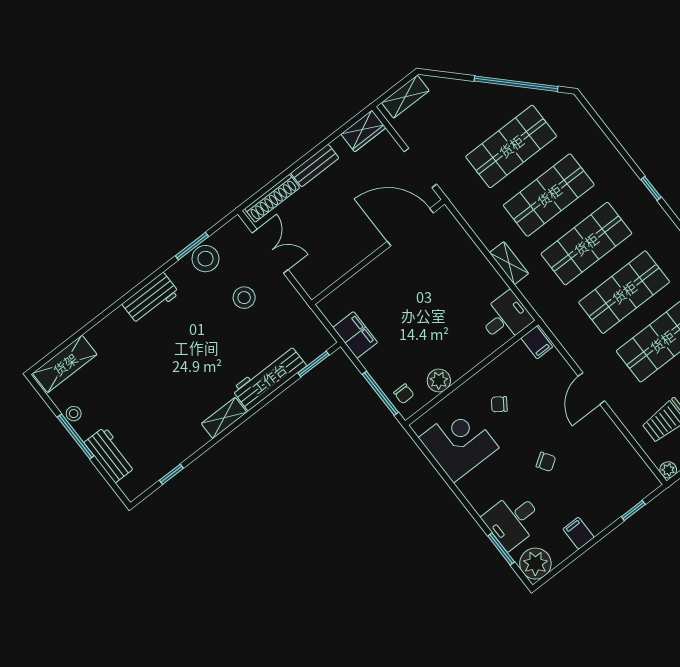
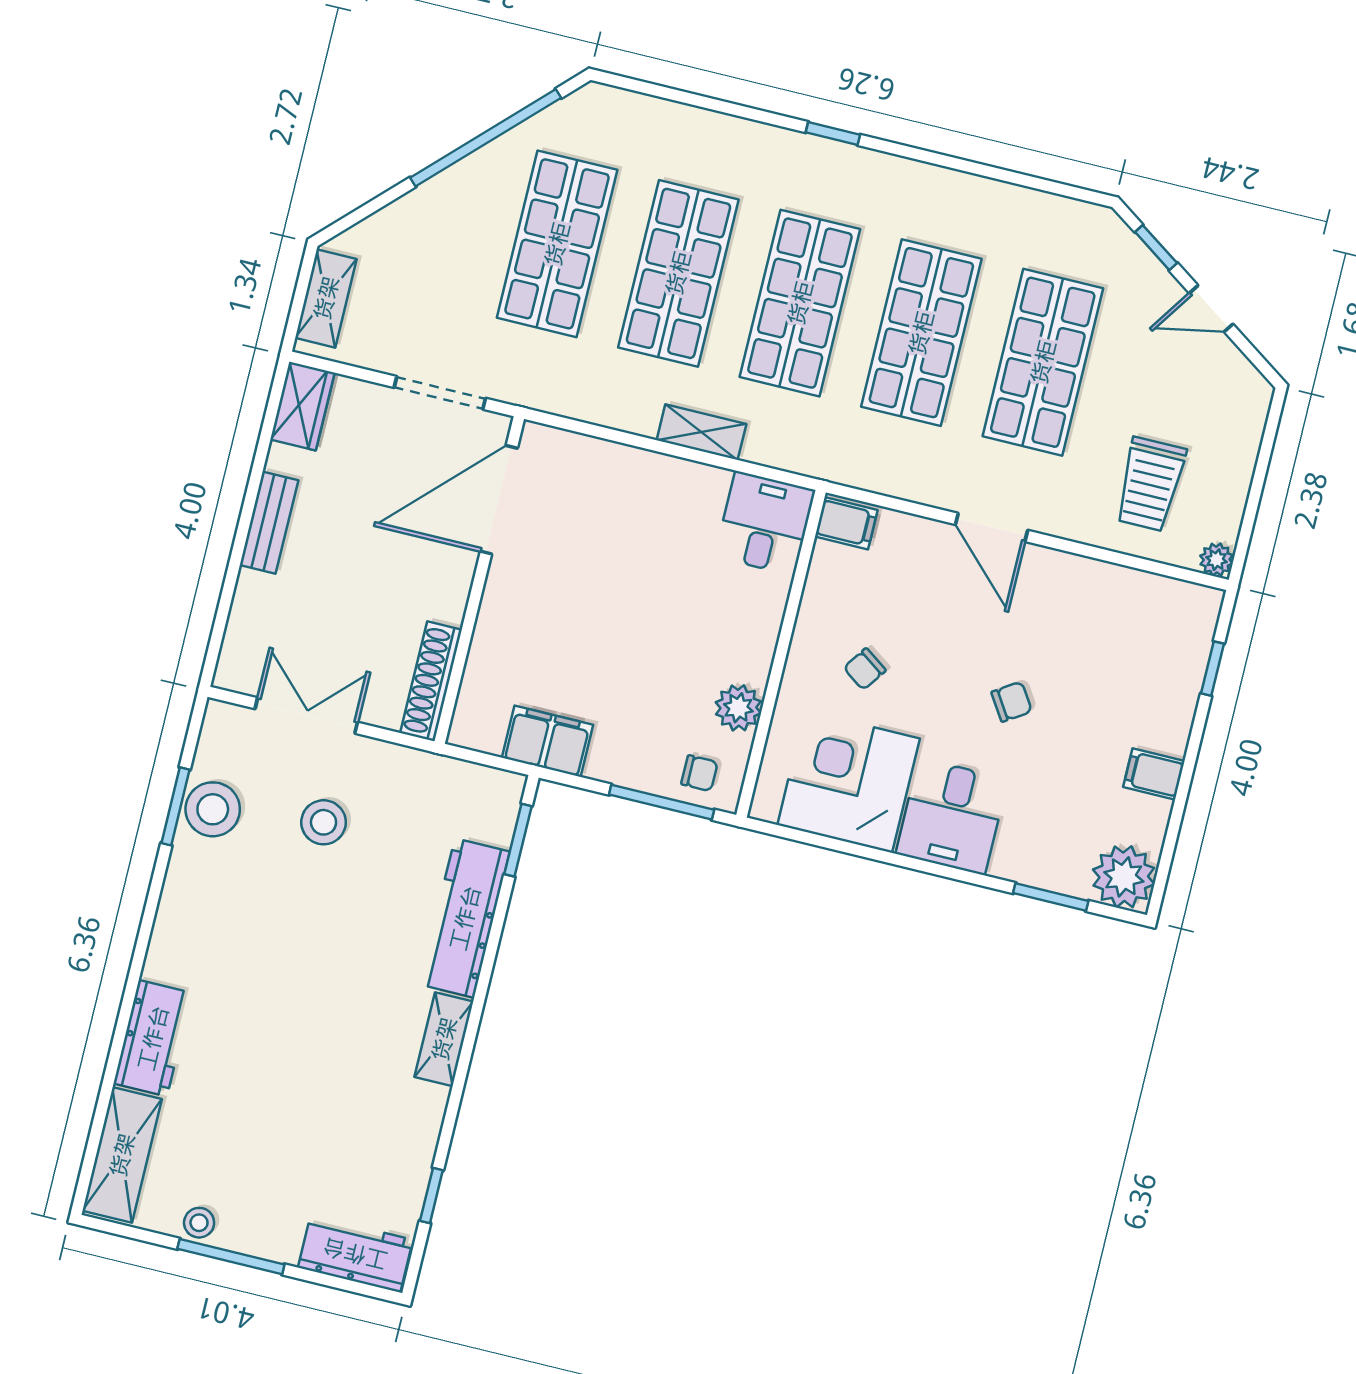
shoe rack: (272, 198) -> (431, 681), moved, turned 180
workbench: (151, 299) -> (153, 1038), moved
workbench: (110, 455) -> (355, 1254), moved
desk: (513, 520) -> (952, 816), moved

